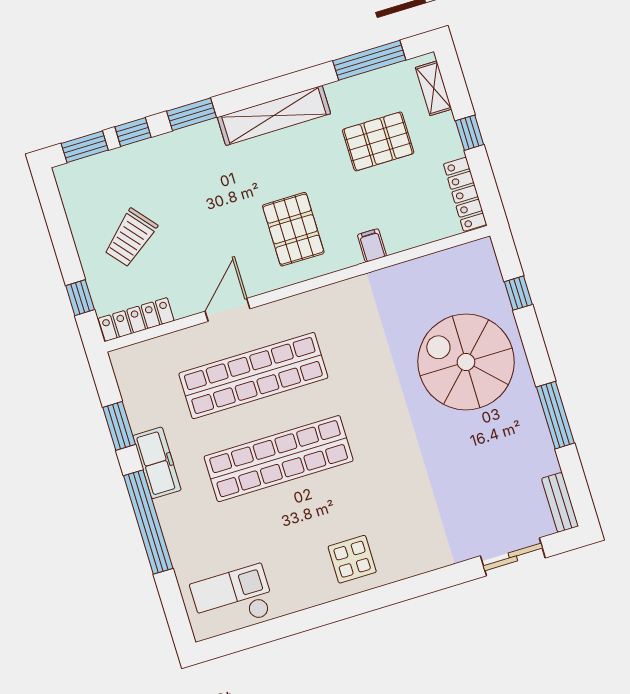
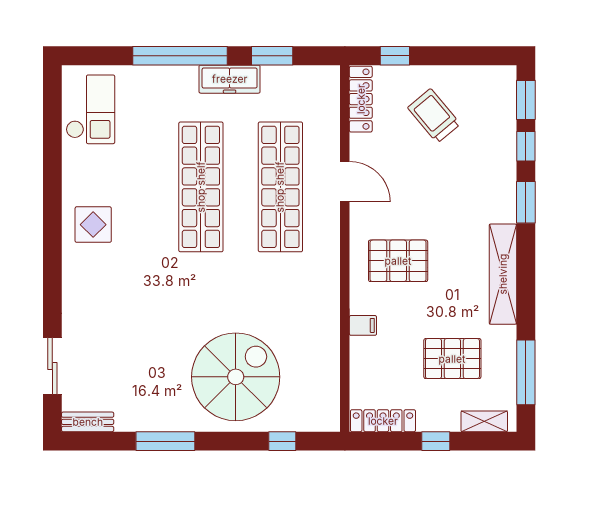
pallet: (378, 141) -> (452, 359), turned 90

